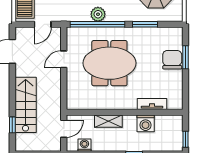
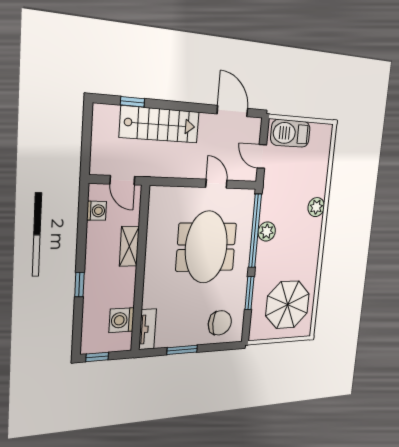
window: (186, 57) -> (182, 350), moved
chair: (172, 60) -> (220, 323), moved
tv unit: (152, 104) -> (148, 329), moved
washing machine: (146, 123) -> (122, 320), moved

